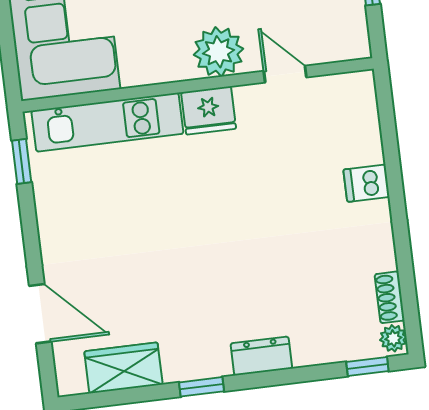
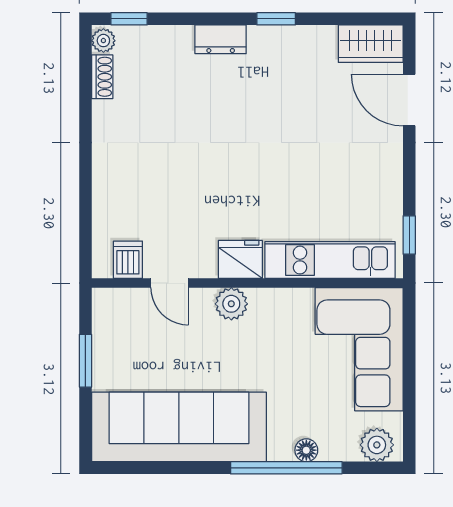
plant: (218, 52) -> (231, 304), width x0.73, depth x0.73
dishwasher: (366, 183) -> (128, 260), moved, turned -90
wardrobe: (123, 368) -> (371, 44), moved

